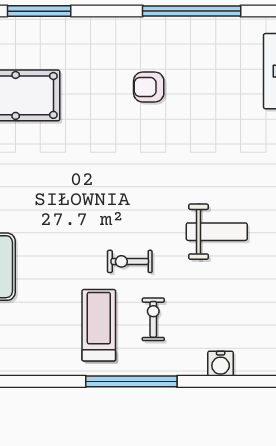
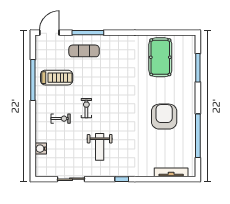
armchair: (149, 87) -> (164, 117), width x1.88, depth x1.88
treadmill: (99, 325) -> (57, 78), moved
window: (131, 381) -> (33, 80), moved

